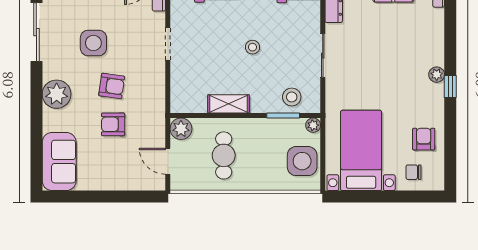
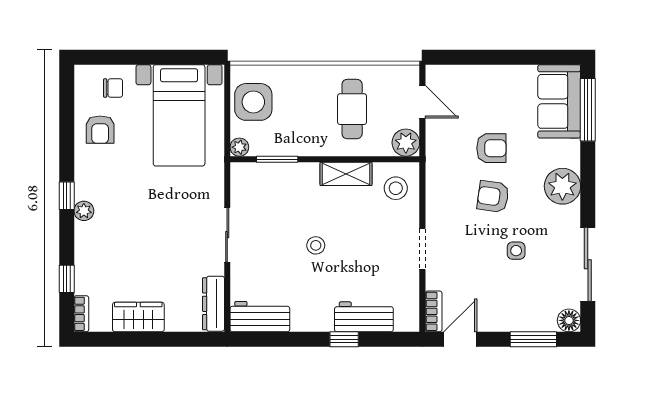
window: (450, 21) -> (67, 279), added
side table: (93, 43) -> (516, 251), width x0.54, depth x0.54
stool: (292, 97) -> (396, 188), moved
window: (36, 155) -> (588, 110), added

